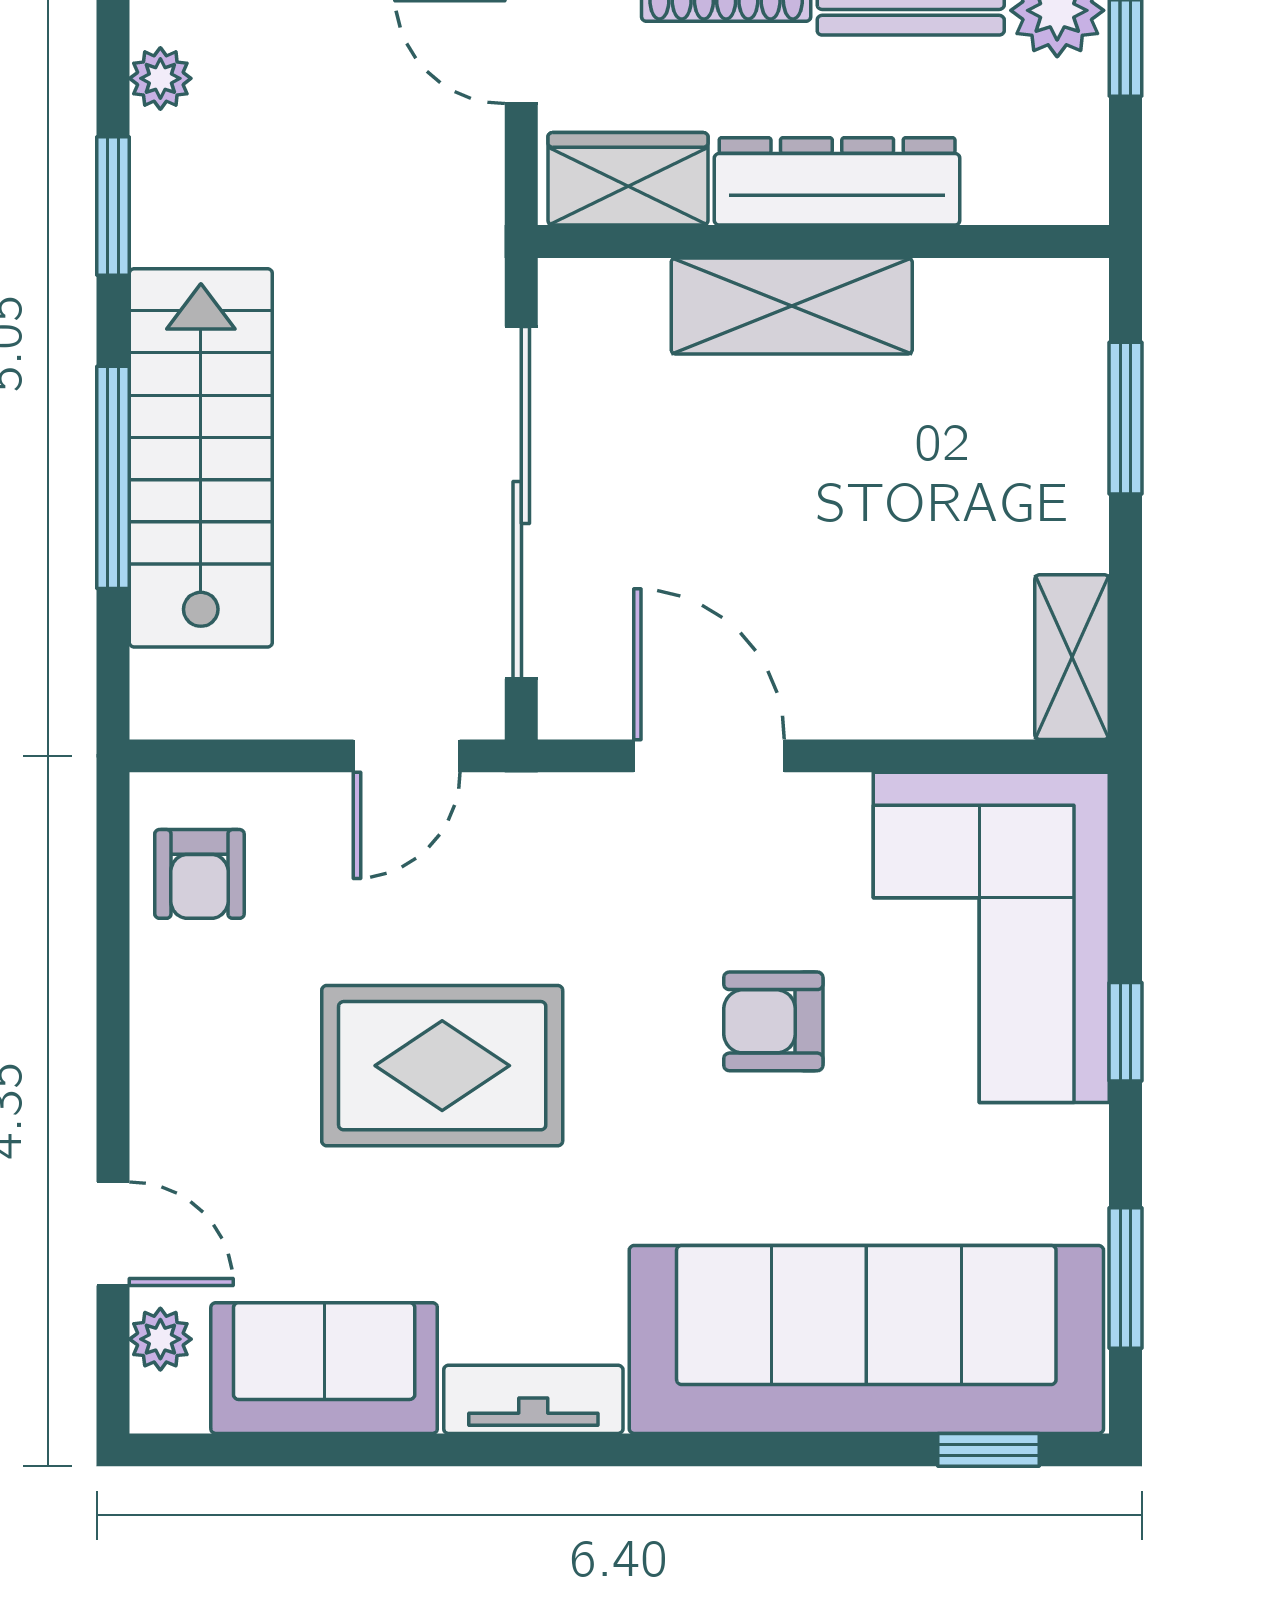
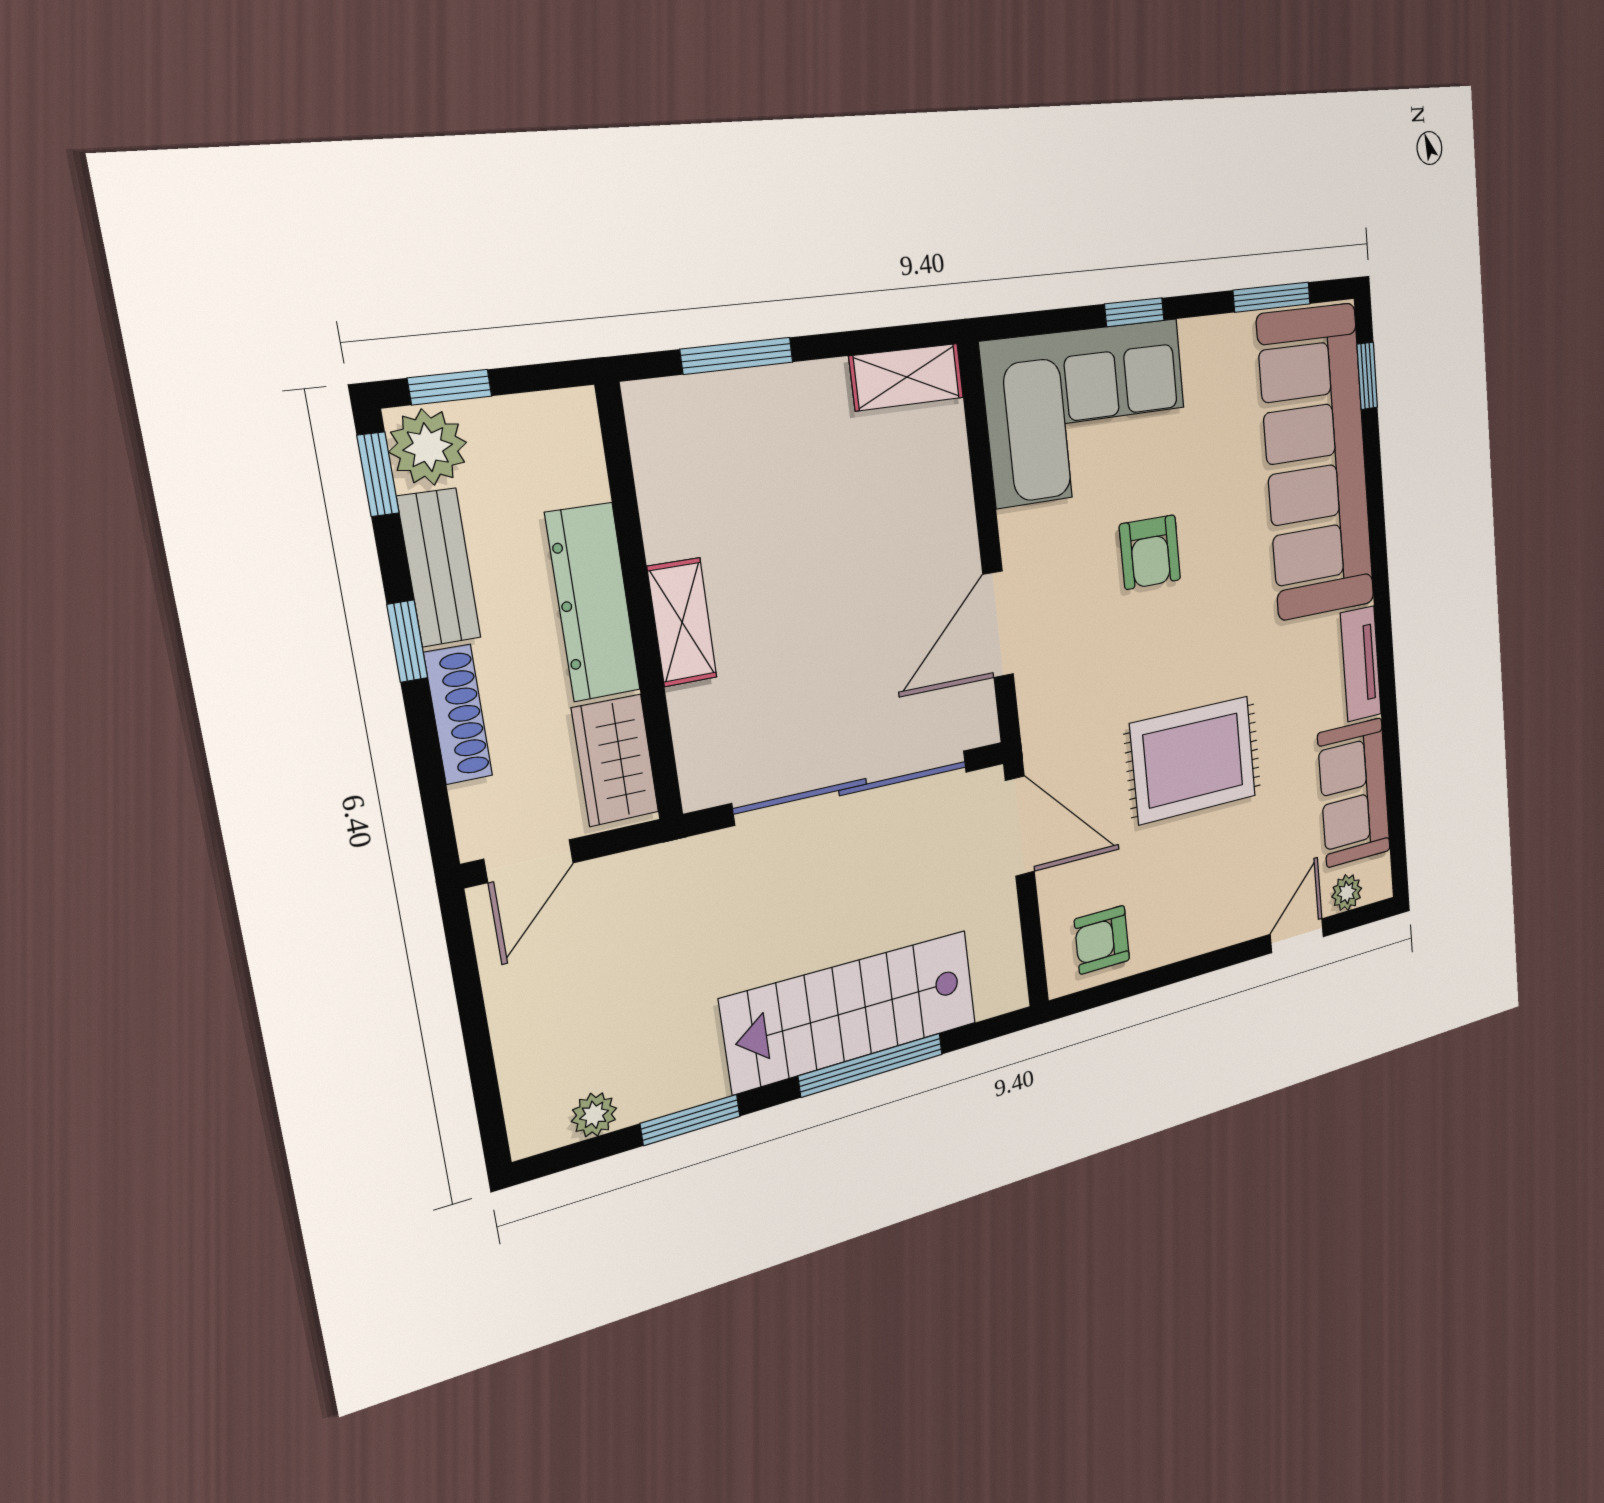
shelving: (792, 306) -> (682, 622), width x0.67, depth x0.75
door: (407, 756) -> (1020, 826), width x1.38
armchair: (199, 874) -> (1102, 940), turned 180
rug: (442, 1066) -> (1193, 760), turned 90

